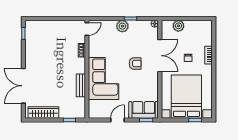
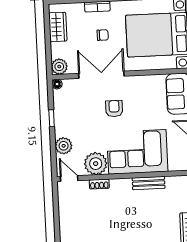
plant: (122, 26) -> (64, 146), moved
plant: (178, 26) -> (59, 67), moved
wardrobe: (195, 26) -> (58, 27), added
plant: (97, 48) -> (96, 164), added

